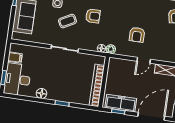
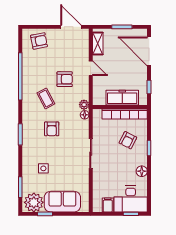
armchair: (93, 16) -> (52, 129), turned 180
coffee table: (67, 21) -> (46, 98), moved
armchair: (72, 85) -> (128, 140), added
freezer: (121, 103) -> (122, 98), moved, turned 90

